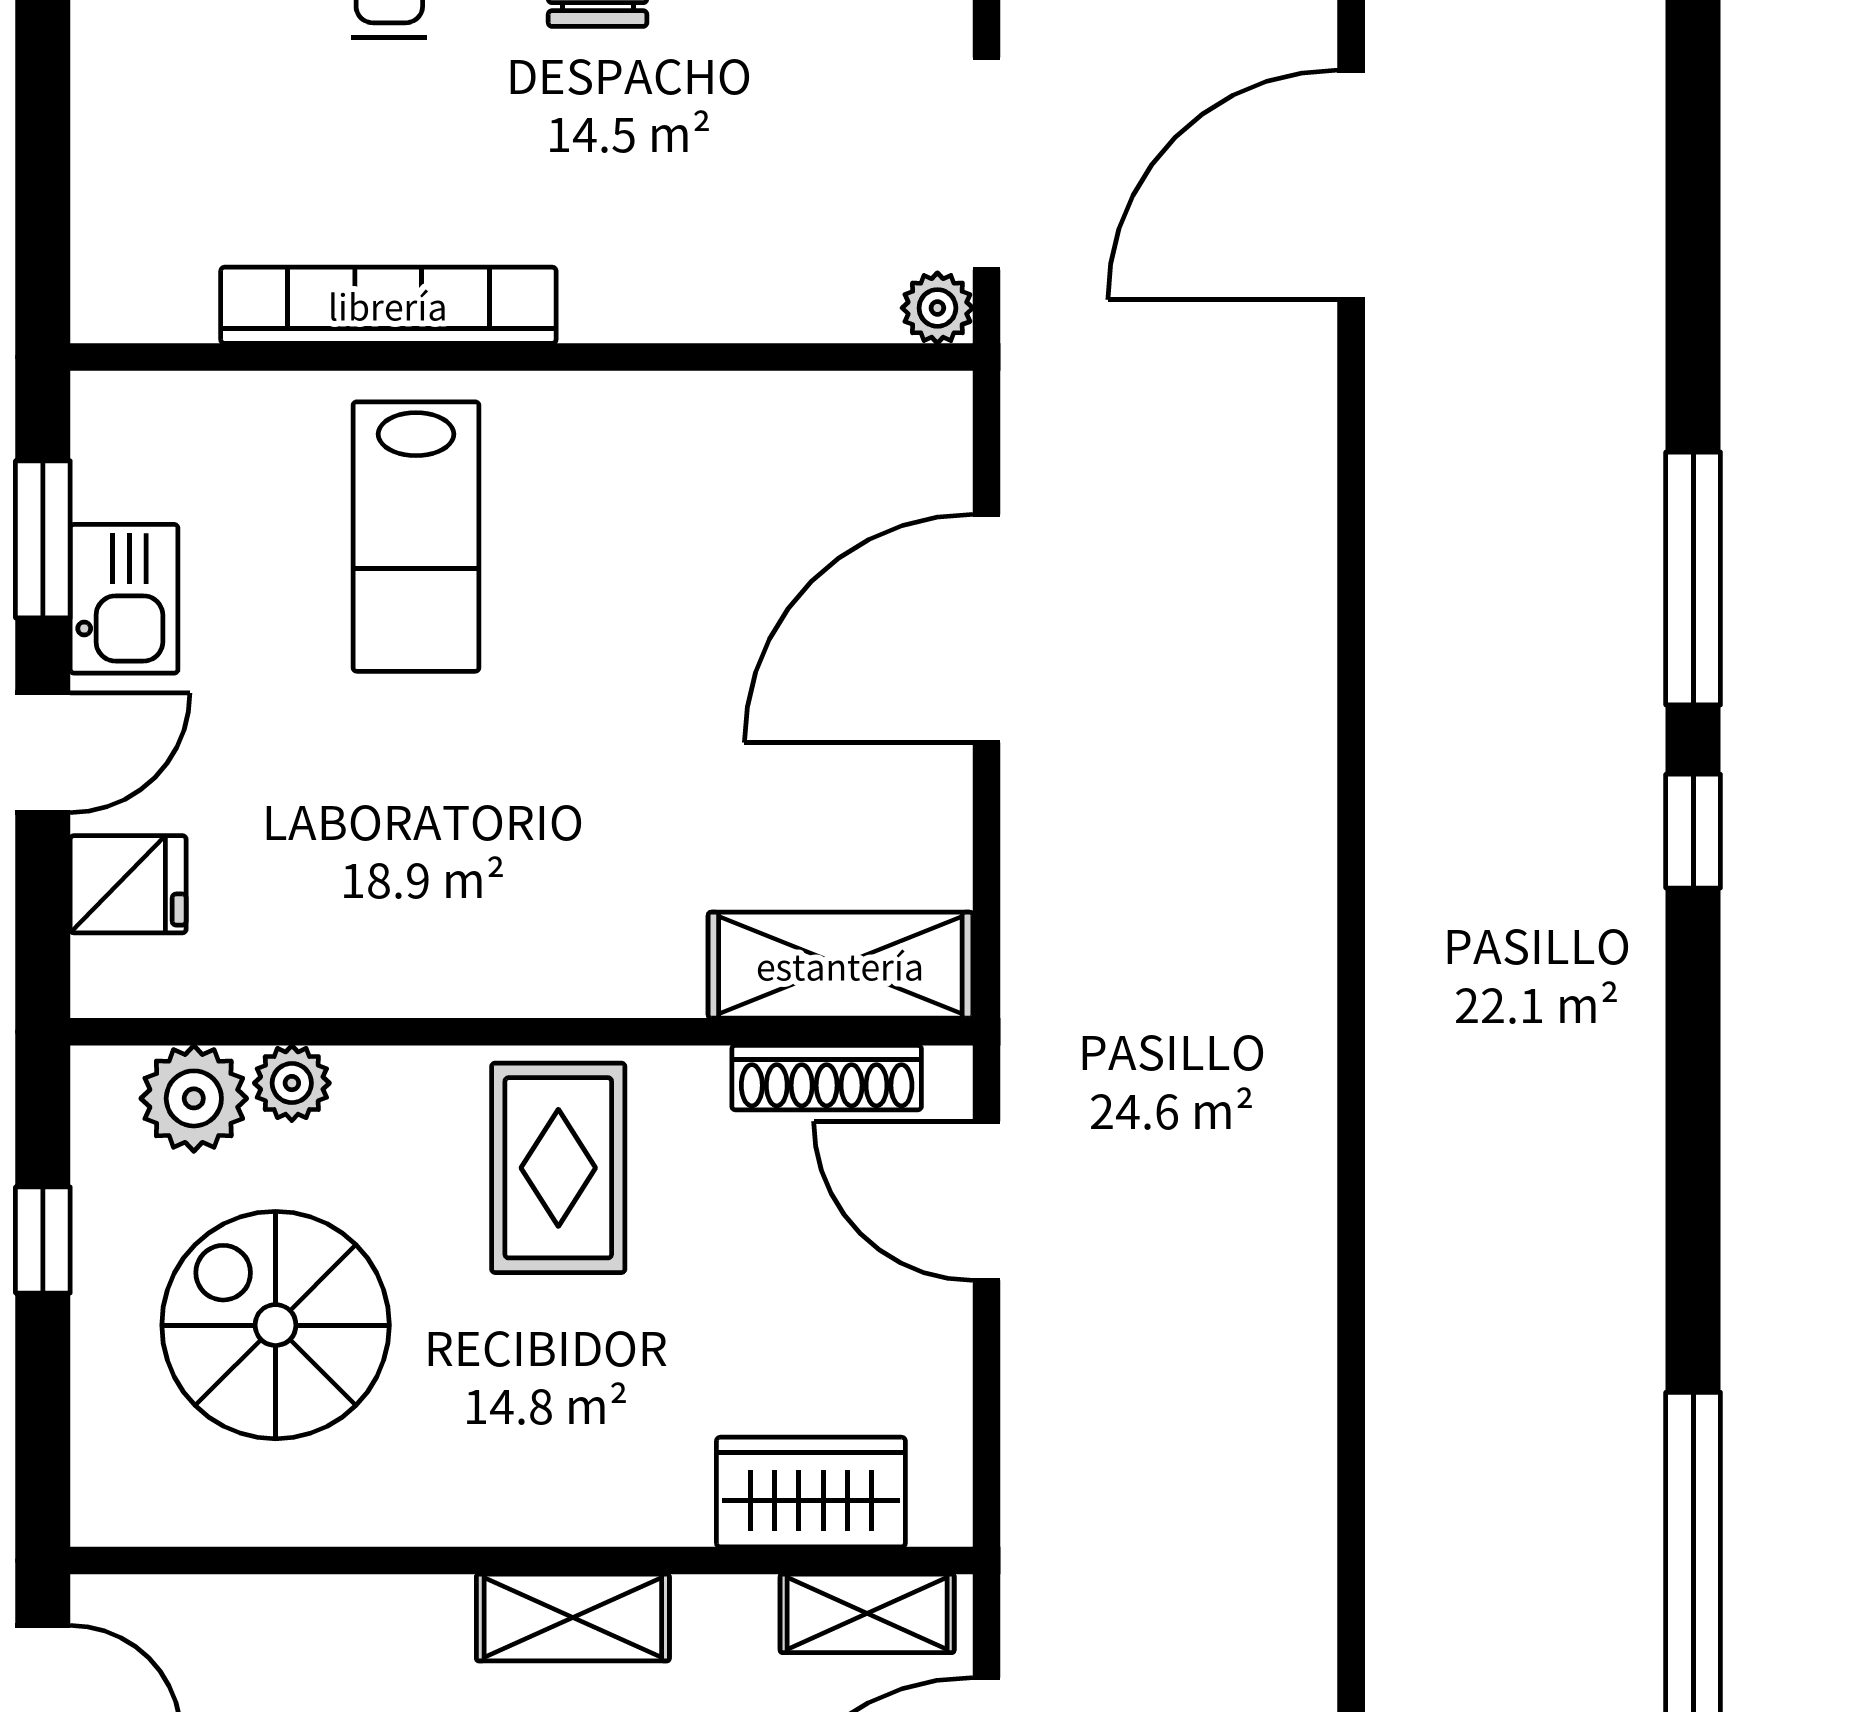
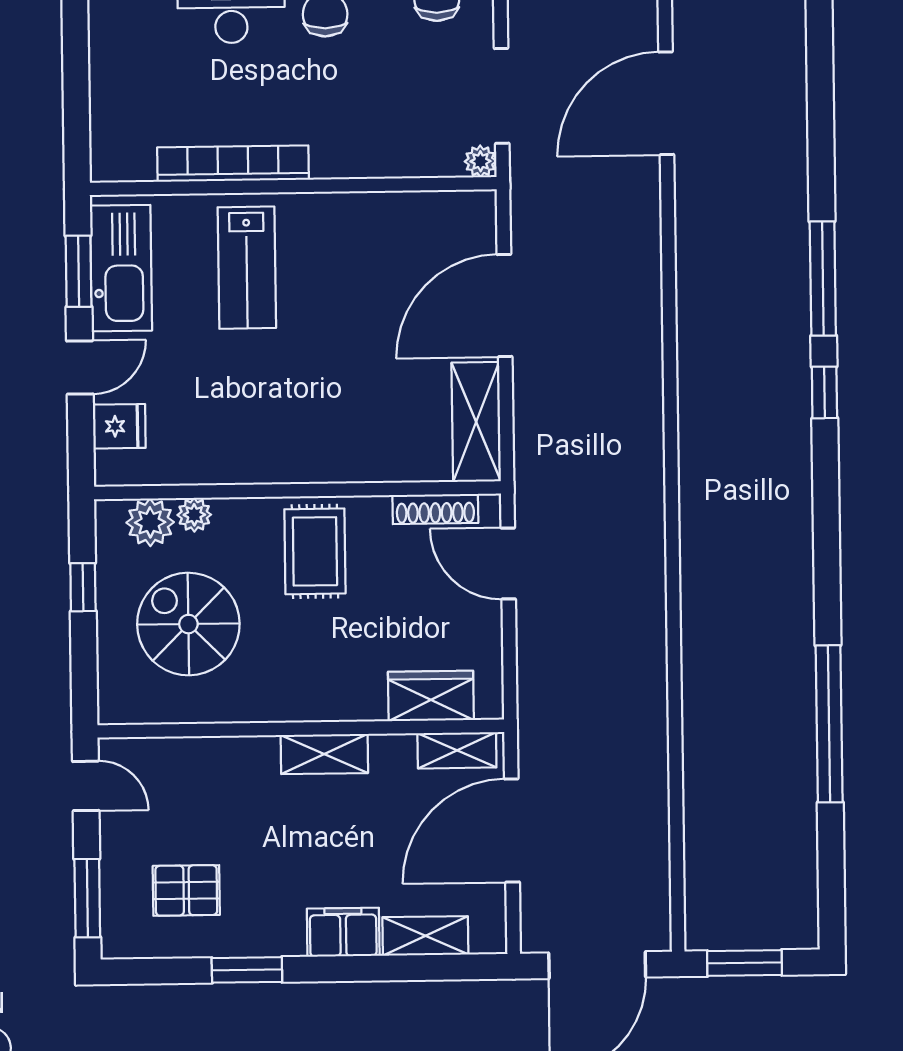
kitchen sink: (124, 599) -> (121, 268), width x1.88, depth x1.24
shelving: (840, 965) -> (476, 422), moved, turned 90

